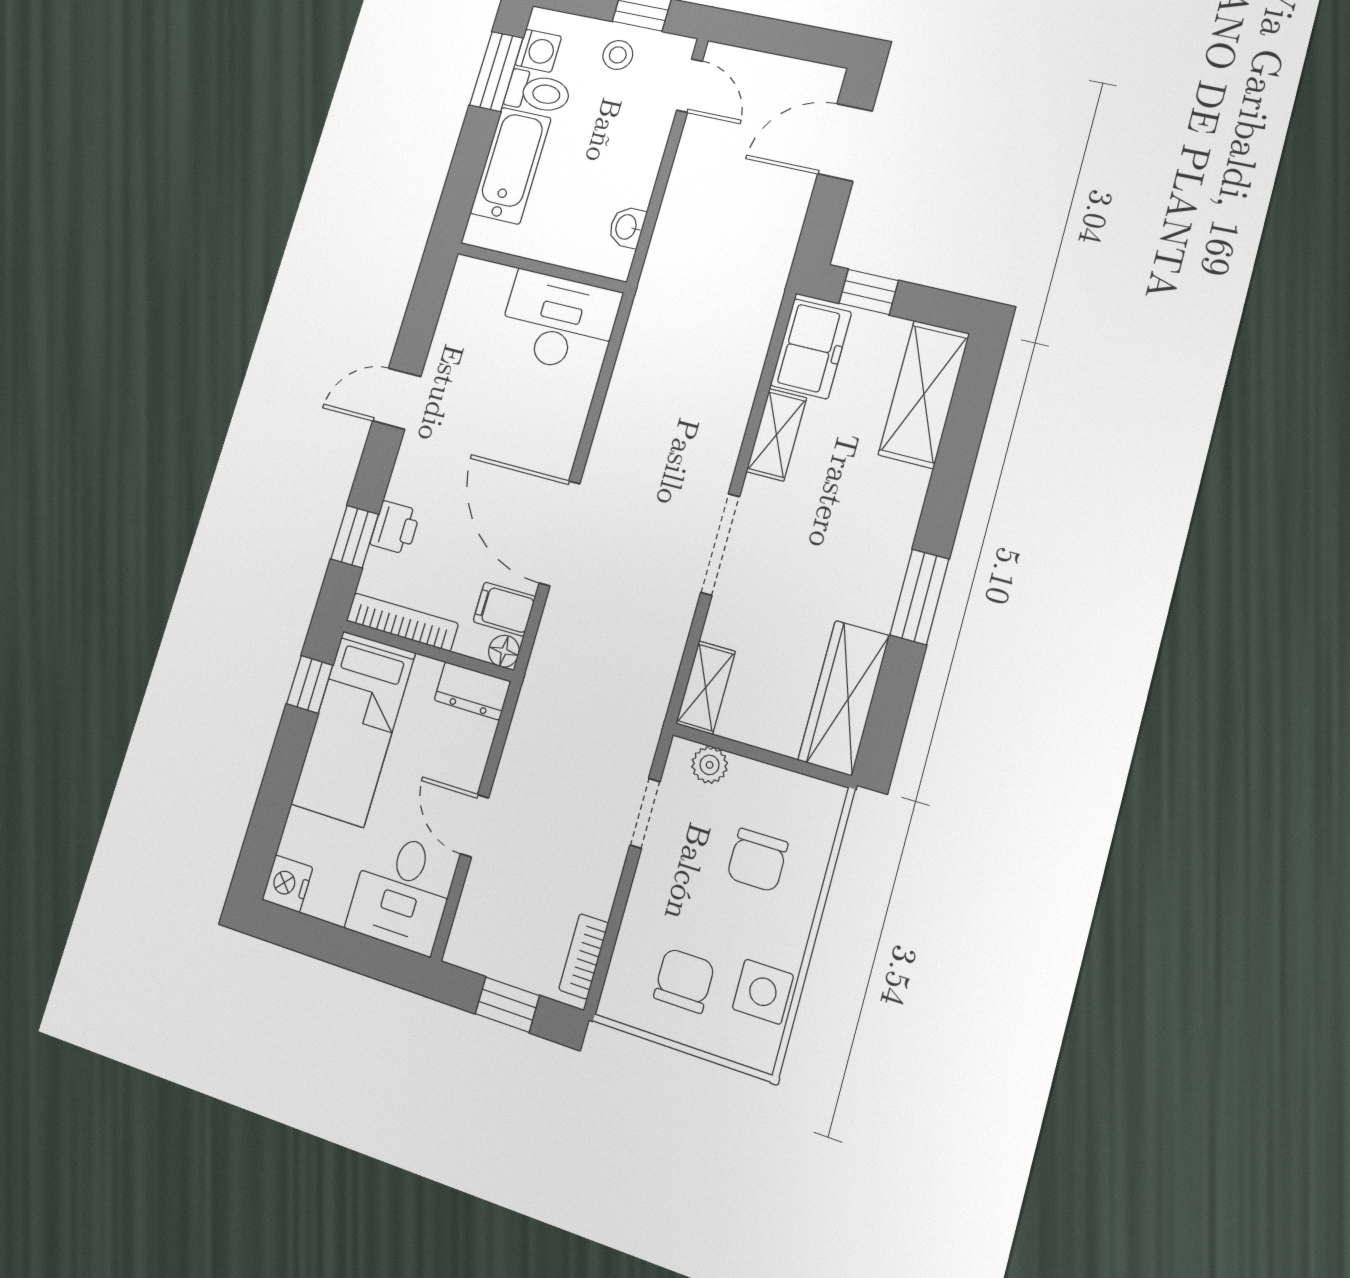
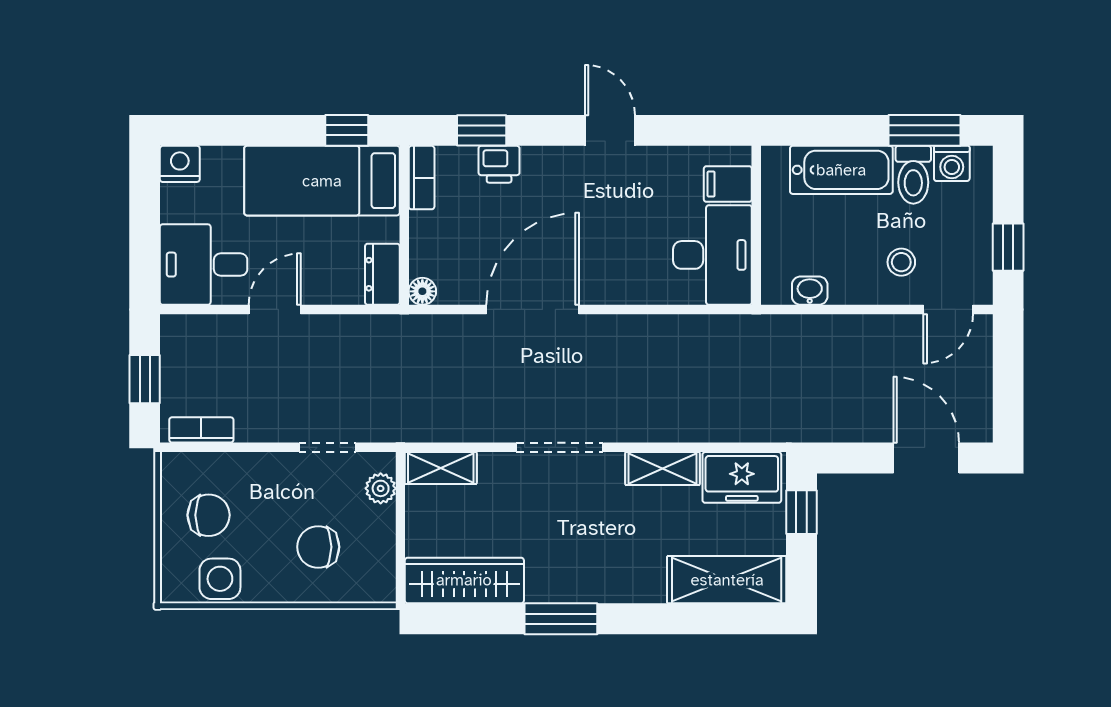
stool: (618, 55) -> (901, 262), moved
filing cabinet: (504, 609) -> (728, 184), moved, turned -90
bookcase: (402, 622) -> (422, 178), width x0.64

